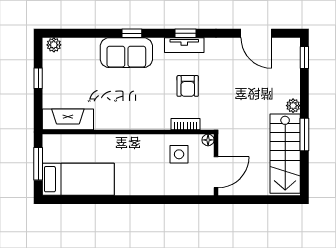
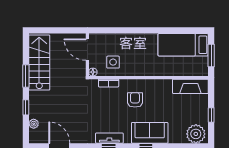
plant: (54, 45) -> (196, 134), width x1.87, depth x1.87
window: (304, 58) -> (26, 107), moved
armchair: (188, 86) -> (135, 100), moved
plant: (293, 106) -> (34, 124), moved
door: (216, 172) -> (87, 50), hinge flipped

